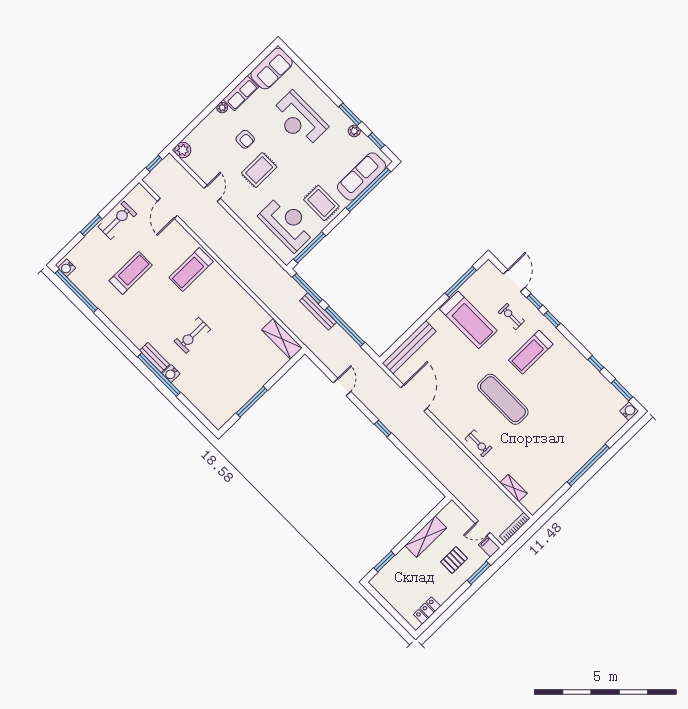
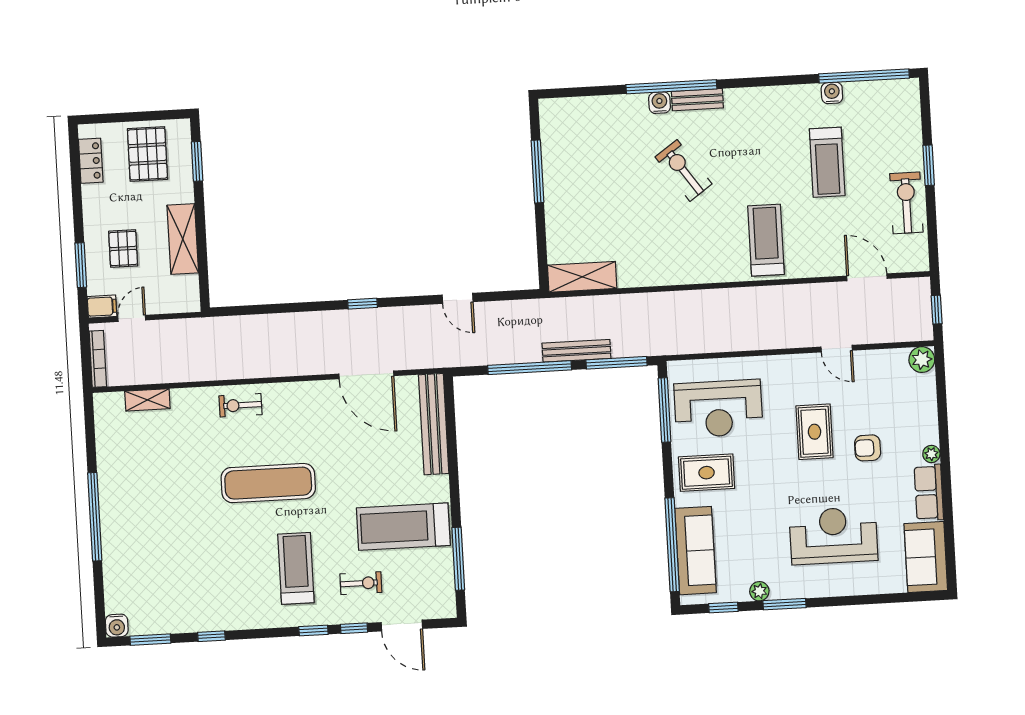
exercise bike: (117, 220) -> (906, 203), turned 180
water cooler: (67, 268) -> (832, 93), moved
exercise bike: (192, 335) -> (684, 170), turned -35
pallet: (401, 587) -> (147, 154), added

